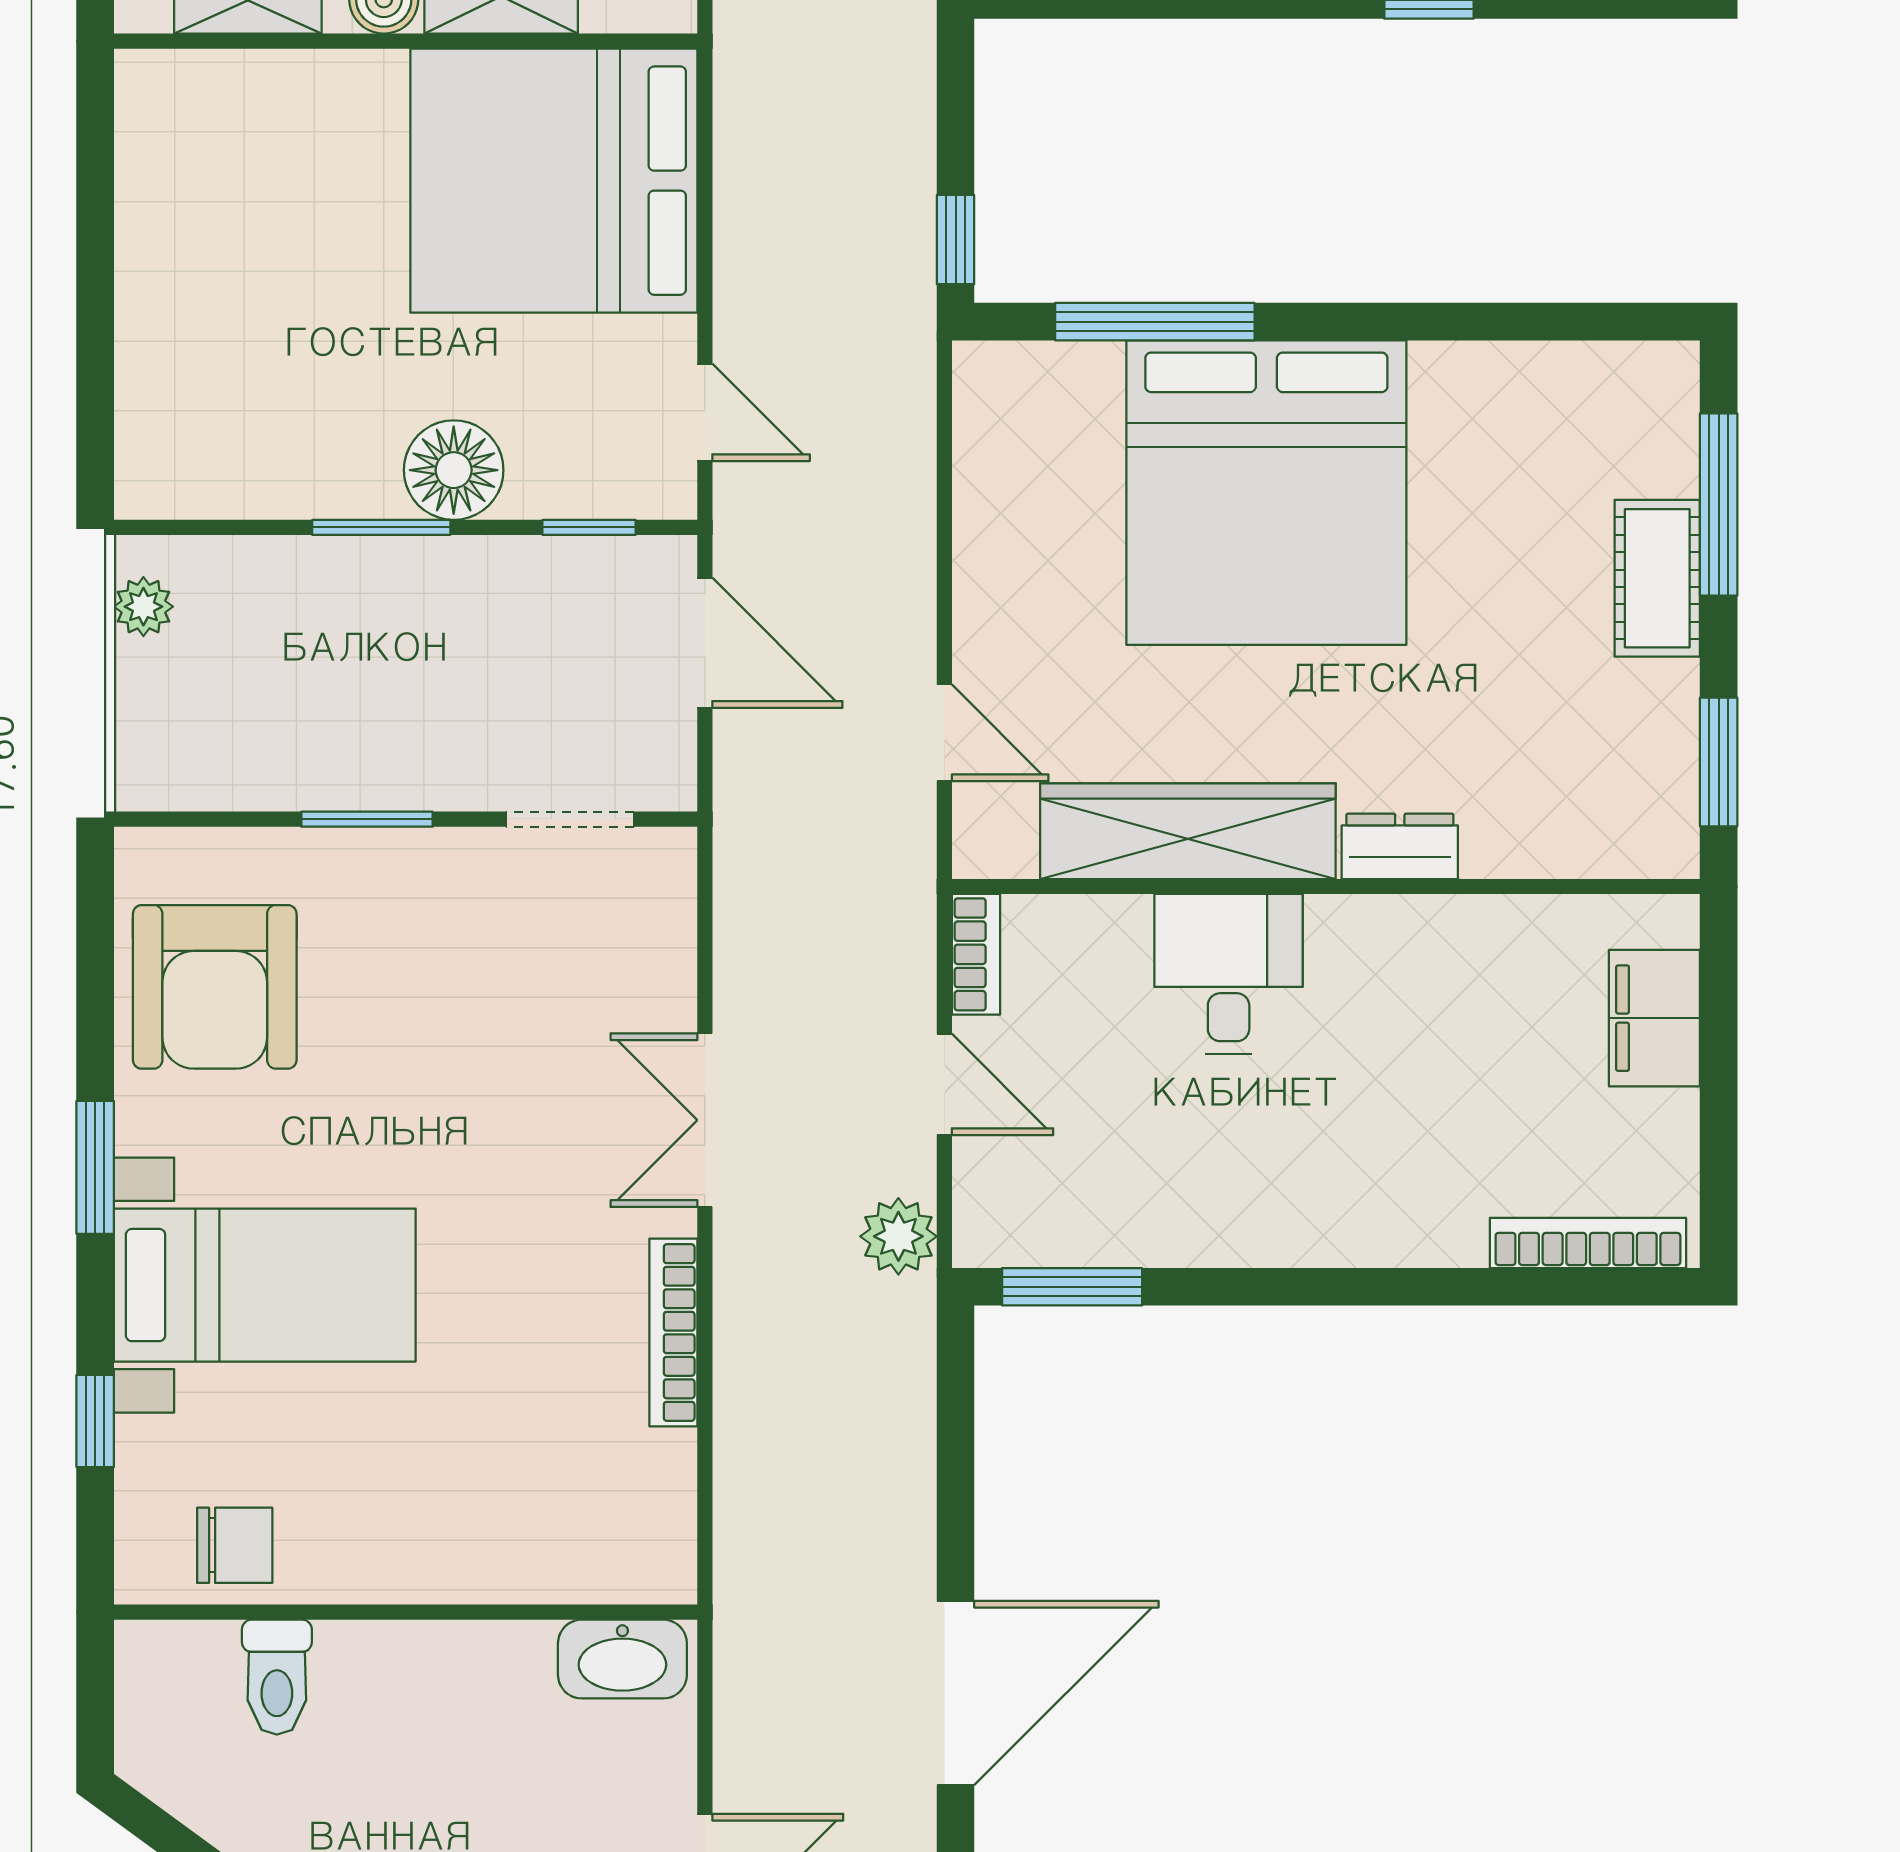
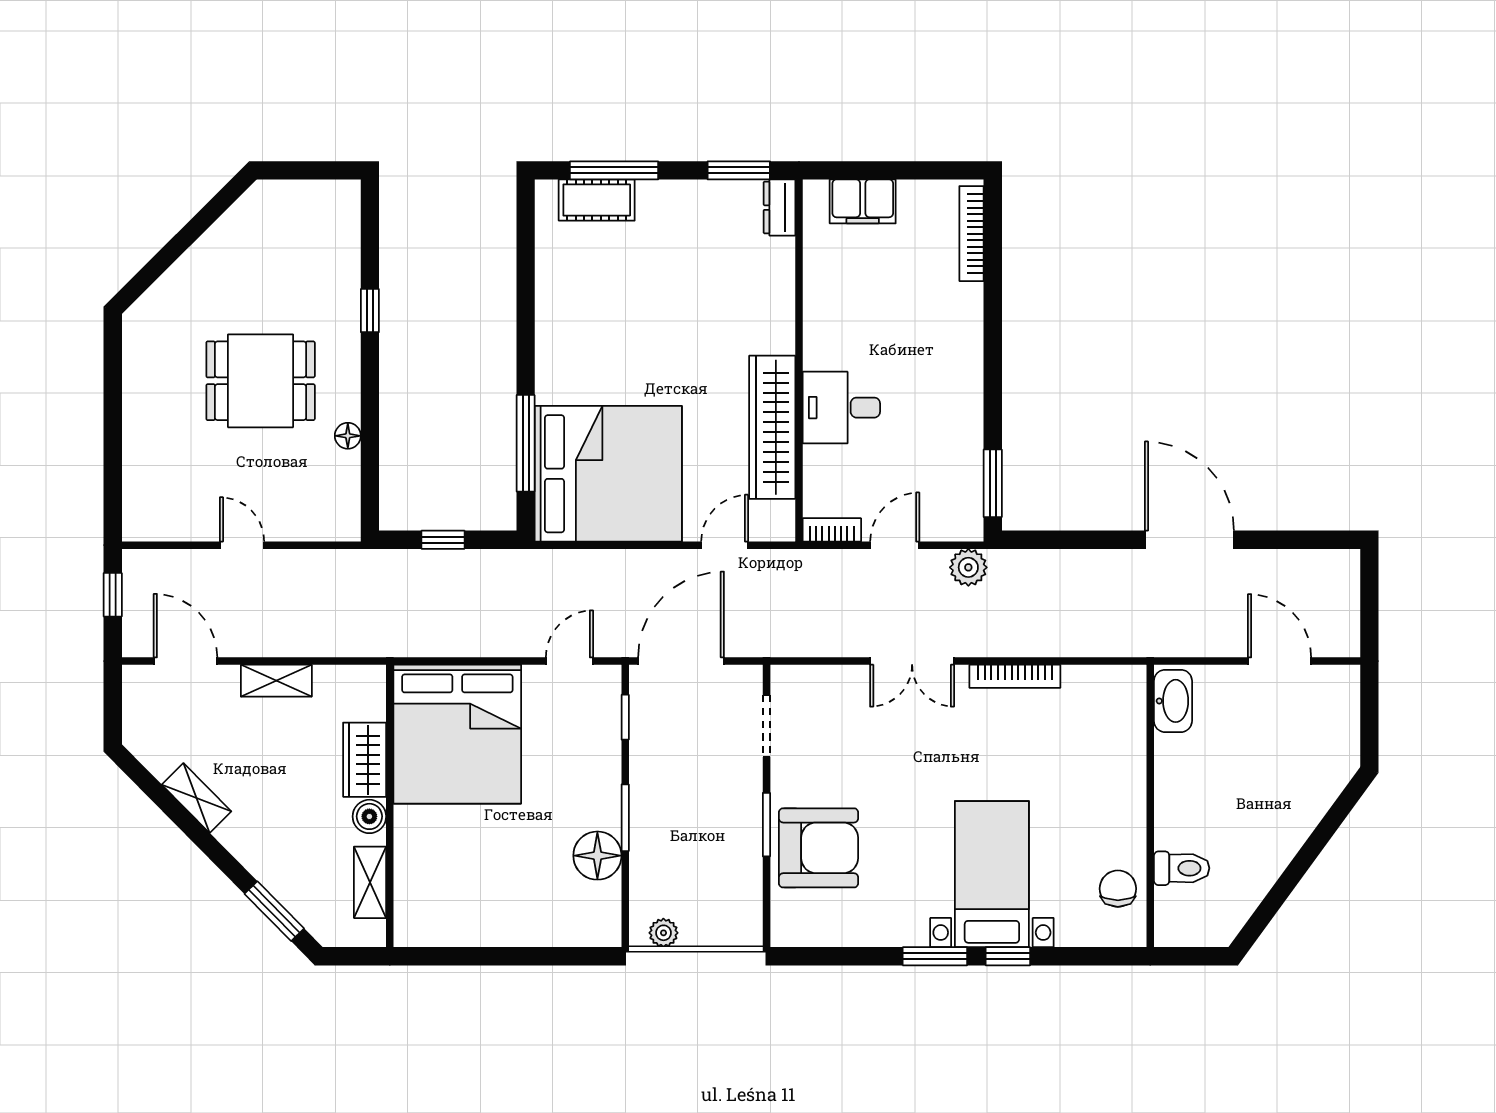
window: (956, 240) -> (443, 540), moved
floor lamp: (454, 470) -> (597, 856), moved
bed: (1266, 493) -> (608, 474), moved
cot: (1657, 578) -> (597, 200), moved
door: (705, 643) -> (681, 661), width x1.36
dresser: (1400, 846) -> (780, 208), moved
armchair: (215, 987) -> (819, 848), moved
window: (95, 1421) -> (1008, 956), moved

